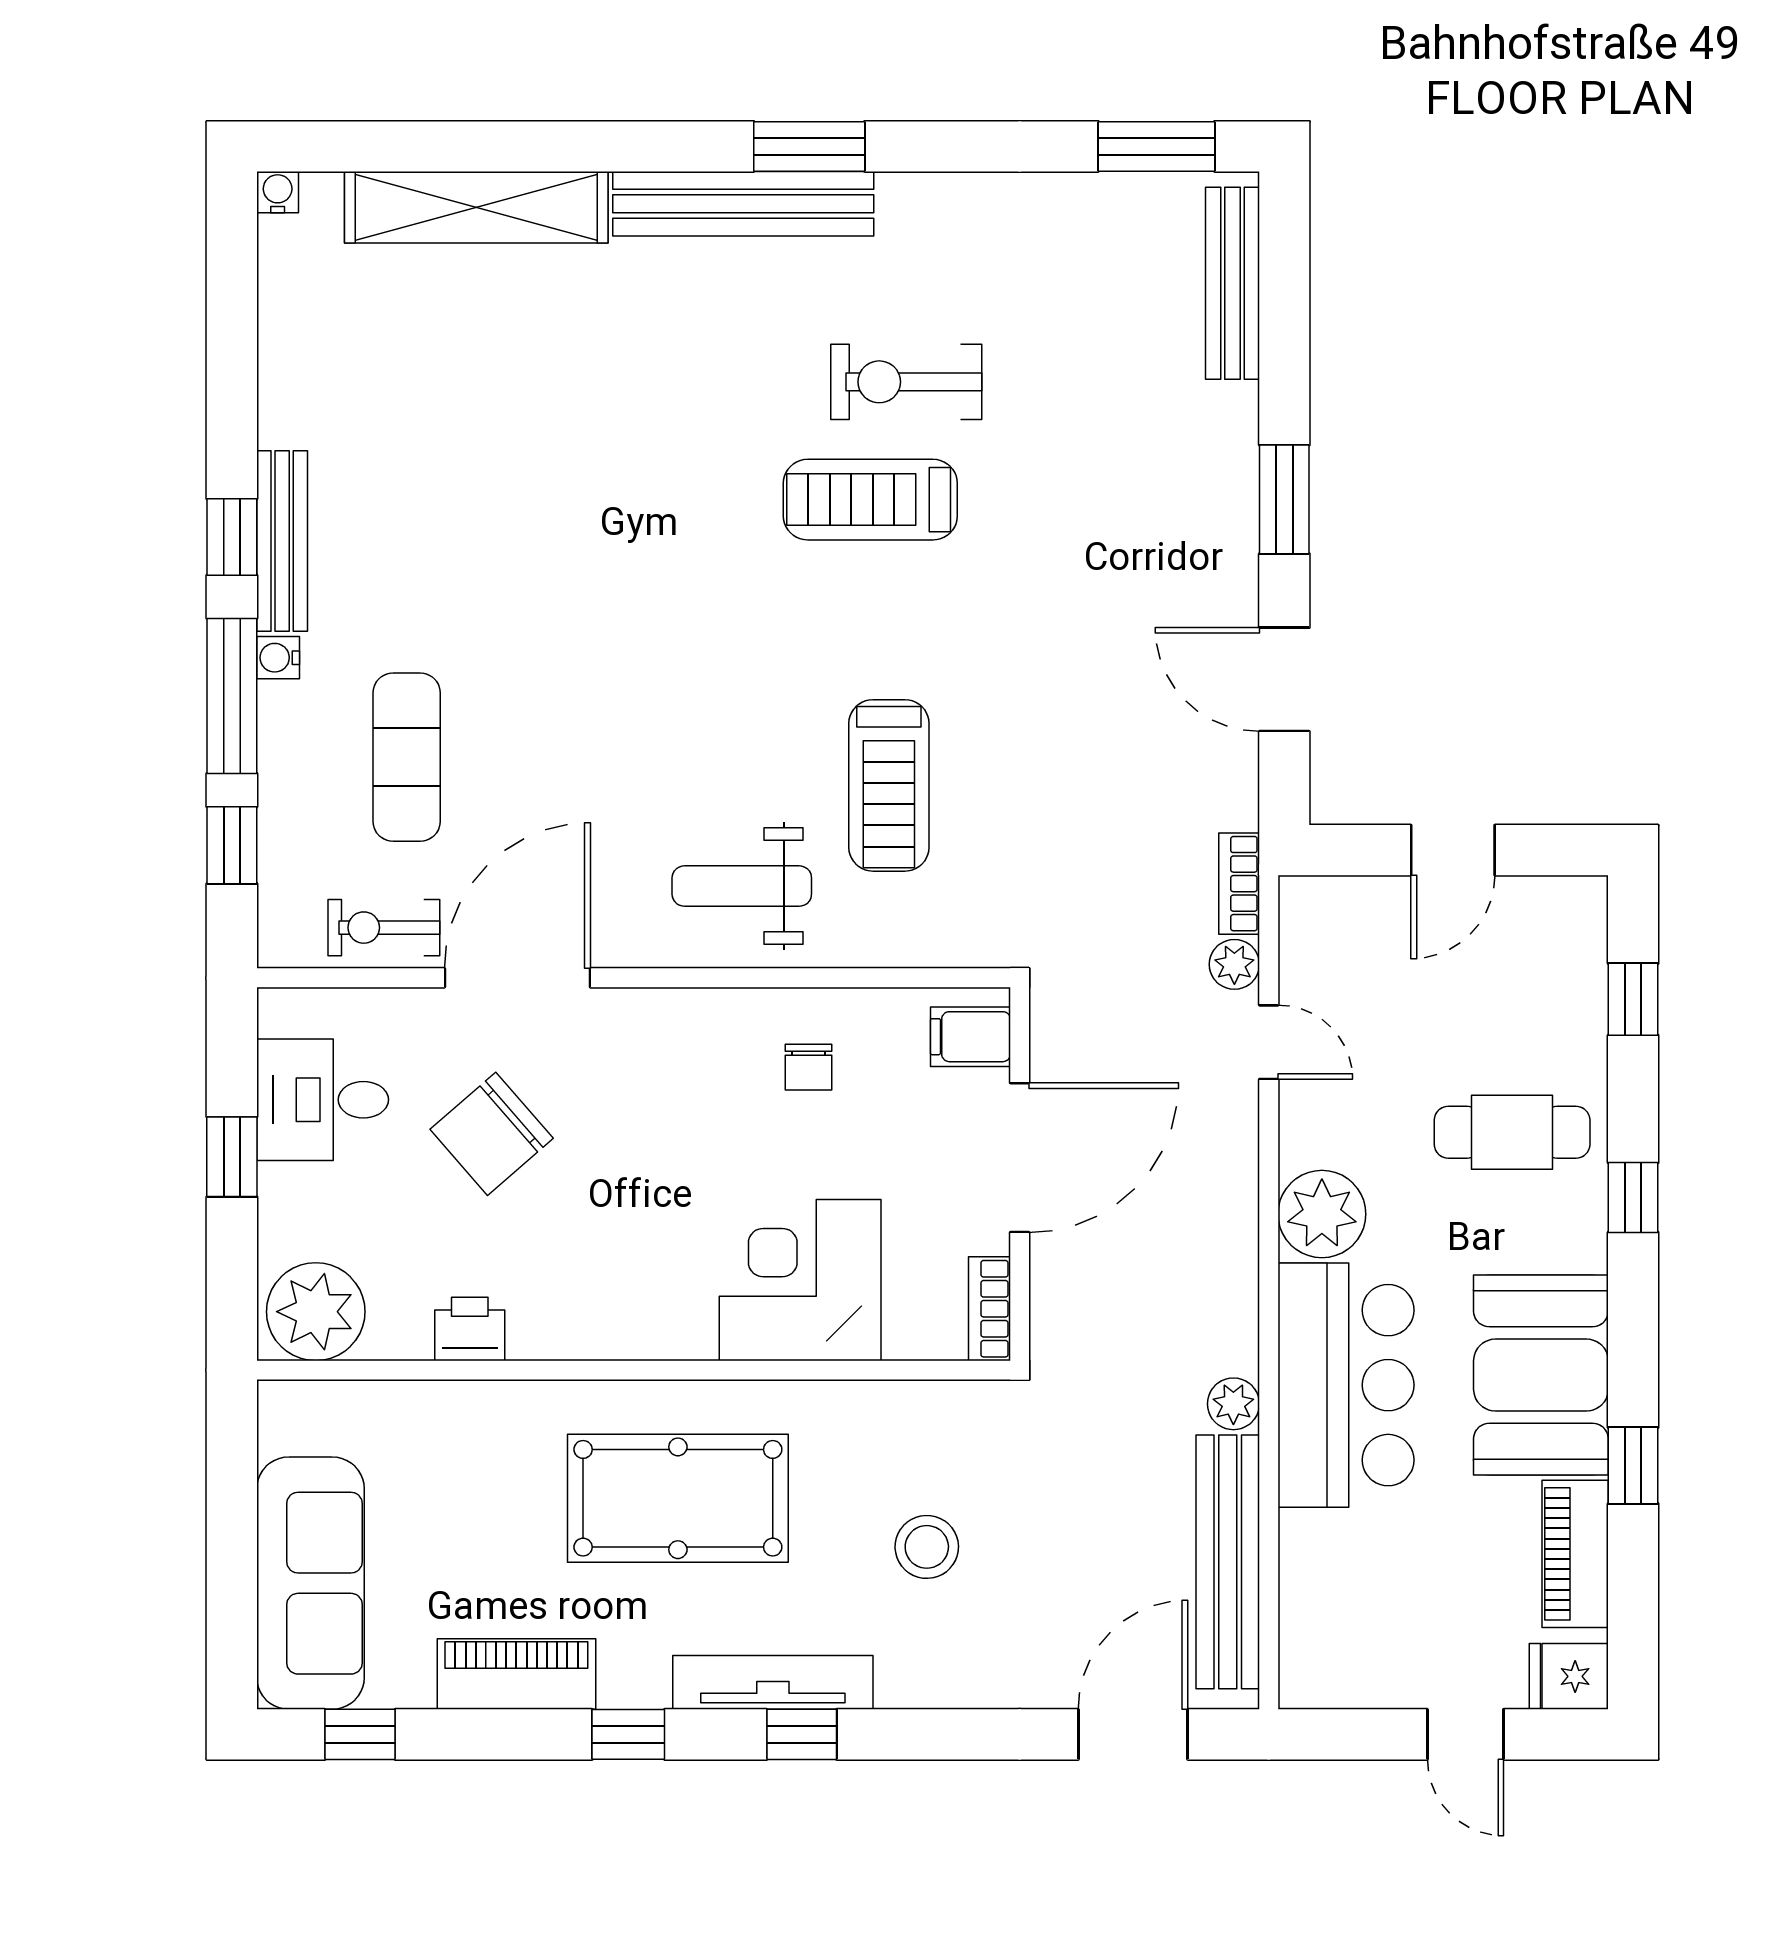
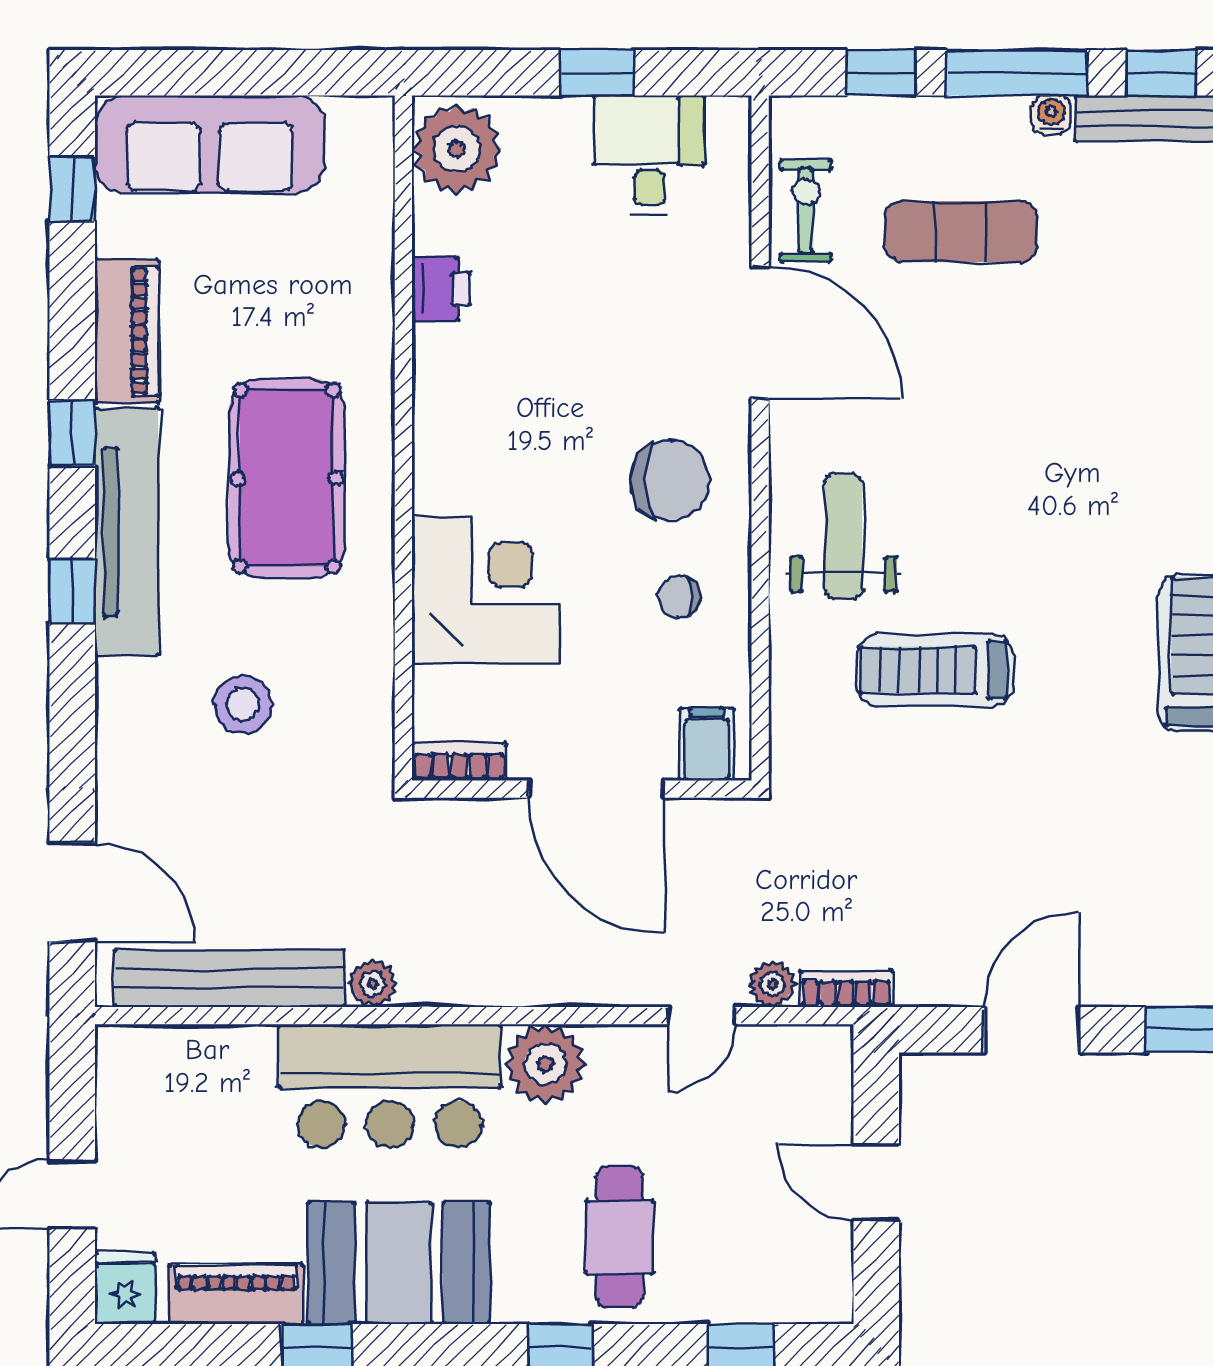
chair: (492, 1134) -> (670, 480), moved, turned 131
tv unit: (773, 1682) -> (127, 532), width x1.36, depth x1.29

